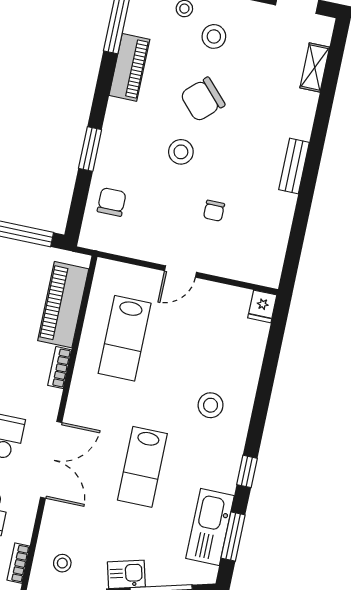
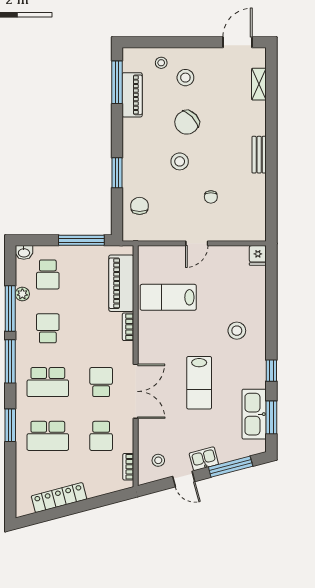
piano: (129, 67) -> (132, 95), moved
lab bench: (125, 338) -> (168, 297), turned 90

